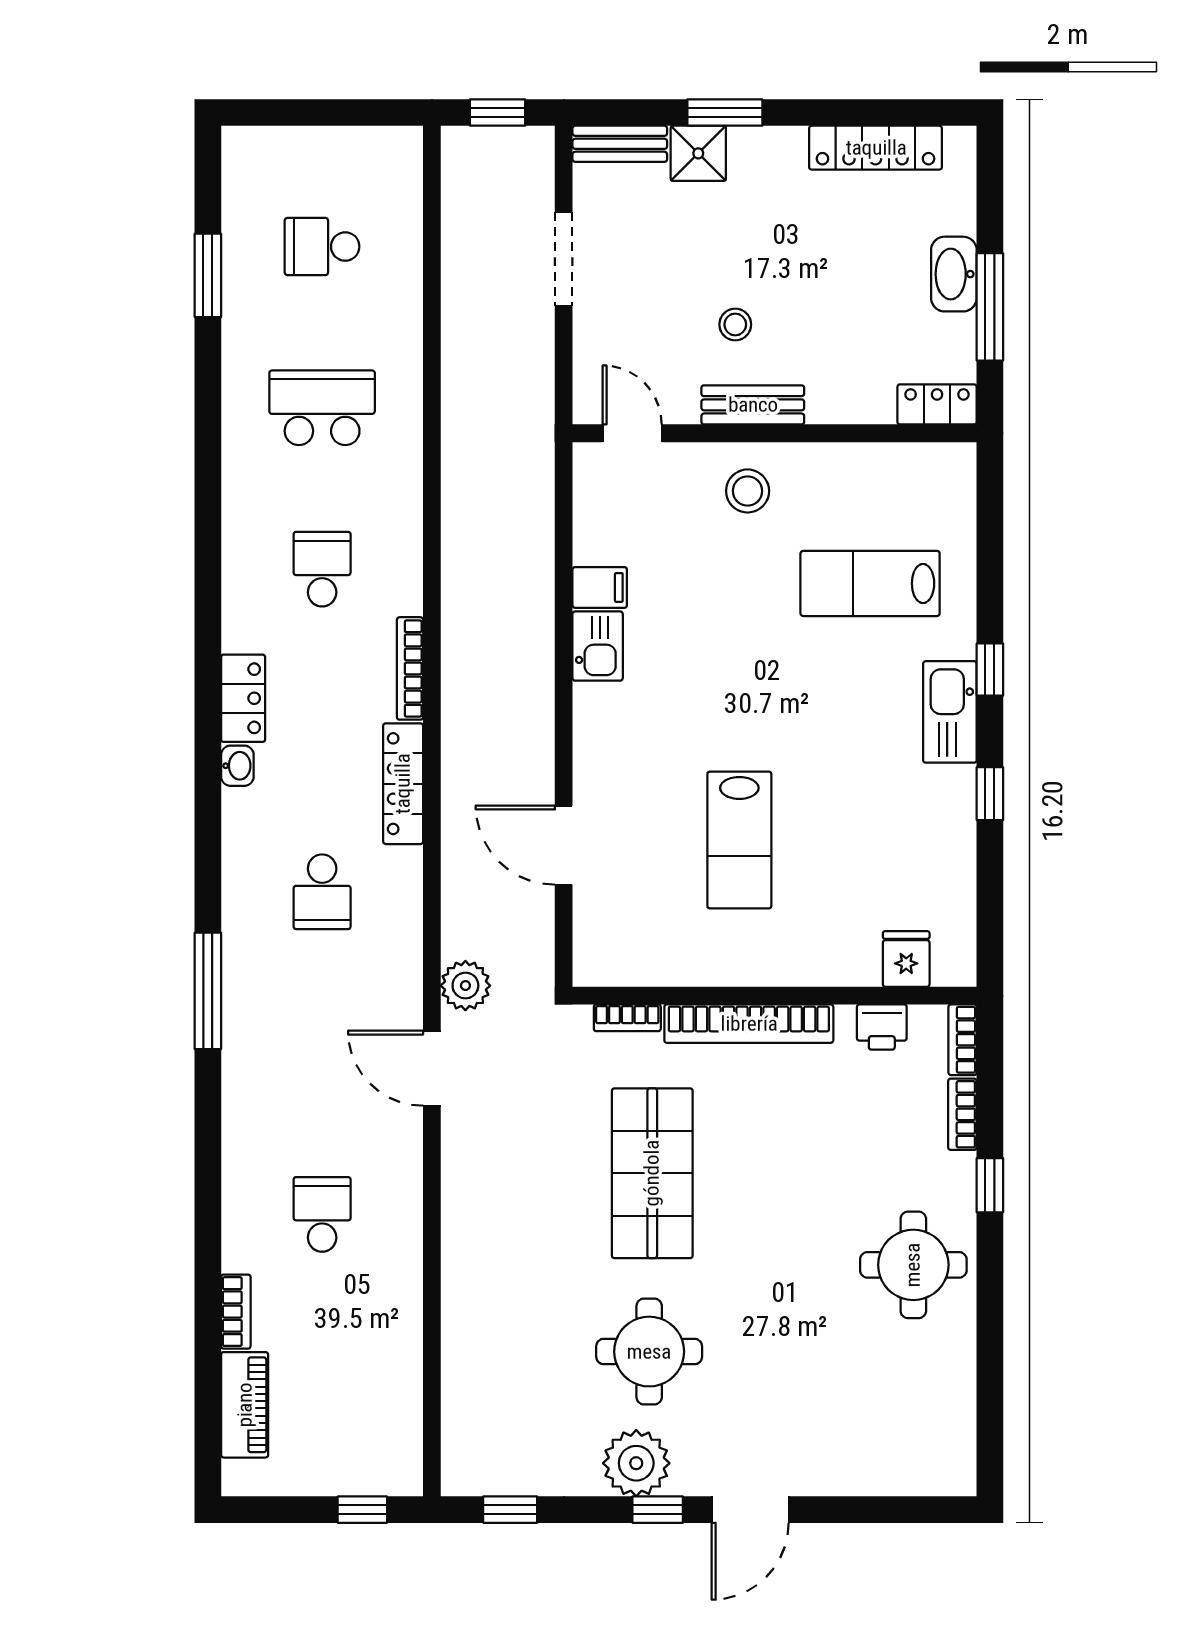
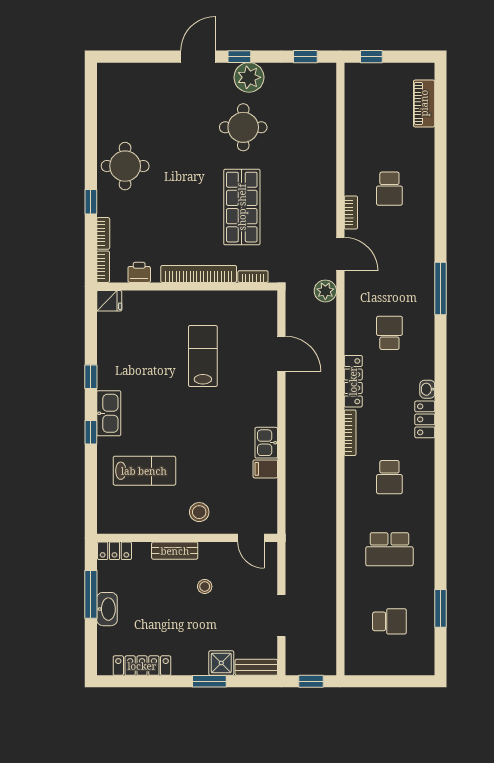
bench: (753, 405) -> (175, 551), moved
fridge: (906, 959) -> (109, 301), moved, turned -90
bookcase: (236, 1312) -> (351, 212), moved, turned 180

